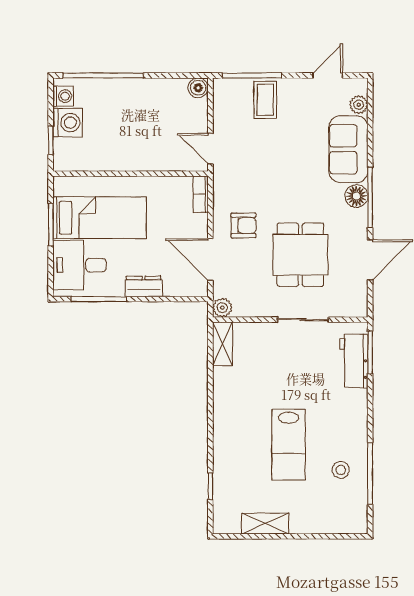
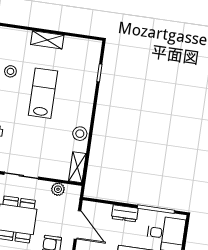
plant: (222, 308) -> (58, 189), moved
stool: (226, 393) -> (80, 134), added
shelving: (265, 524) -> (47, 40), moved

